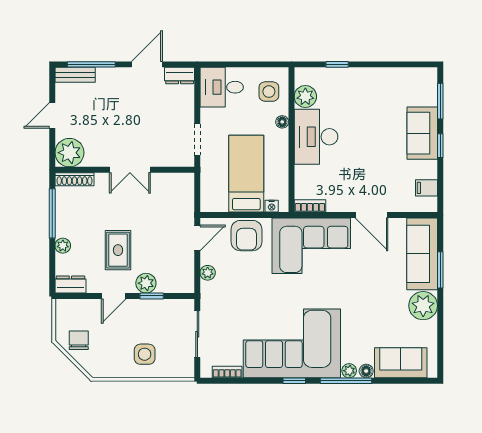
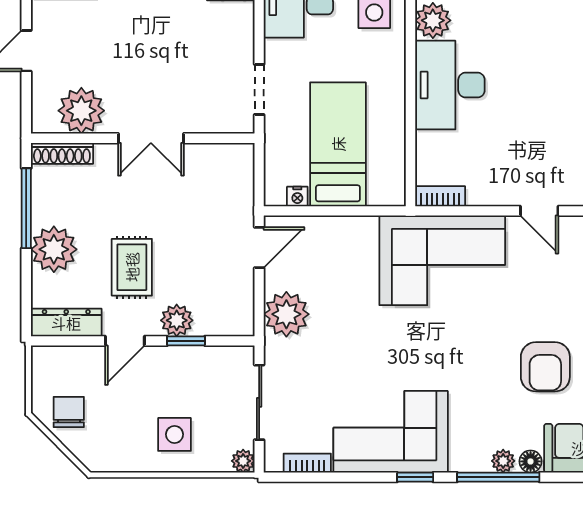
floor lamp: (282, 122) -> (396, 61), removed
plant: (69, 153) -> (81, 111), moved
nightstand: (272, 206) -> (297, 197), moved
door: (372, 215) -> (539, 211), width x0.73
armchair: (246, 236) -> (545, 367), moved
plant: (63, 246) -> (54, 249), width x1.88, depth x1.88
plant: (208, 273) -> (286, 314), width x1.88, depth x1.88
dresser: (70, 285) -> (66, 323), width x1.44
corner sofa: (292, 343) -> (391, 432), width x0.73, depth x0.74
plant: (187, 371) -> (243, 461), added

